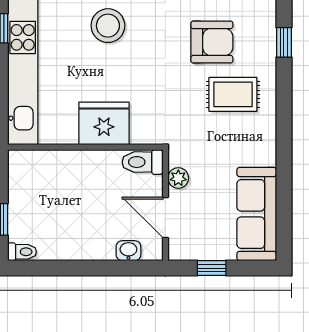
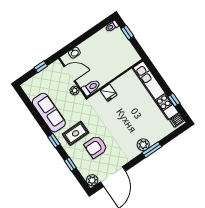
stool: (108, 26) -> (137, 127), removed
window: (284, 109) -> (54, 141), added
fridge: (104, 123) -> (109, 93), width x0.53, depth x0.75
sofa: (257, 214) -> (49, 113), moved

